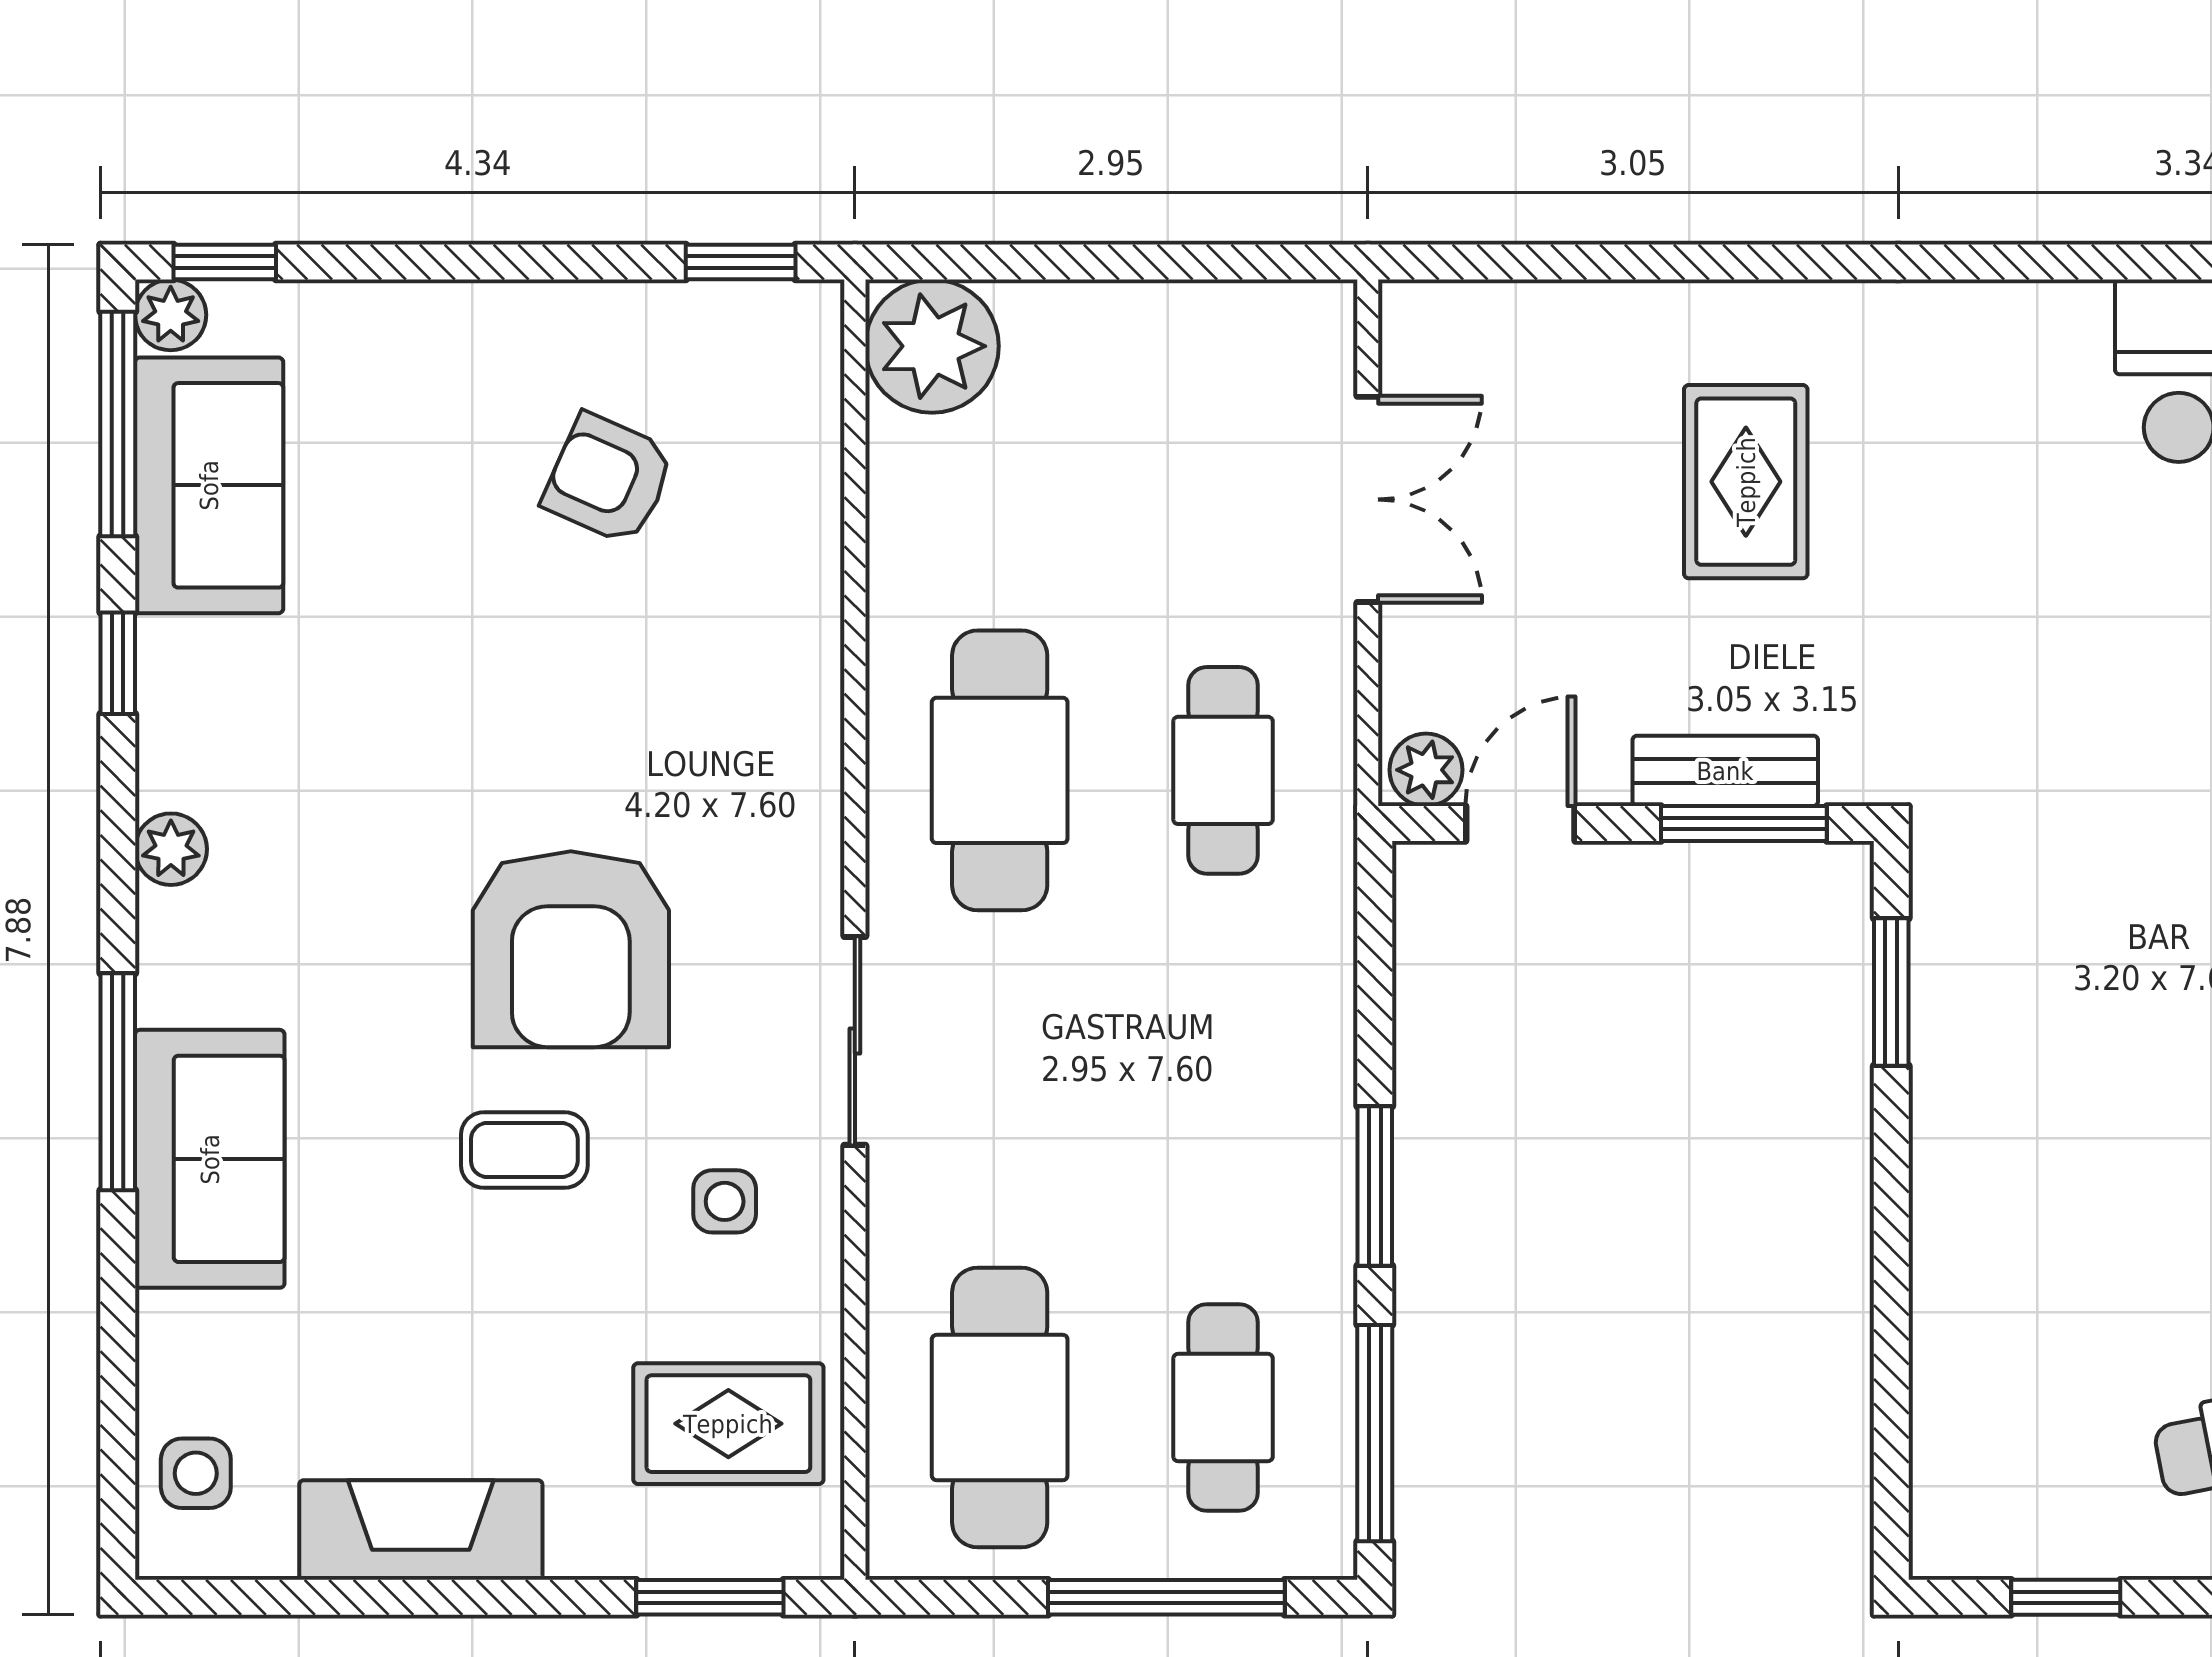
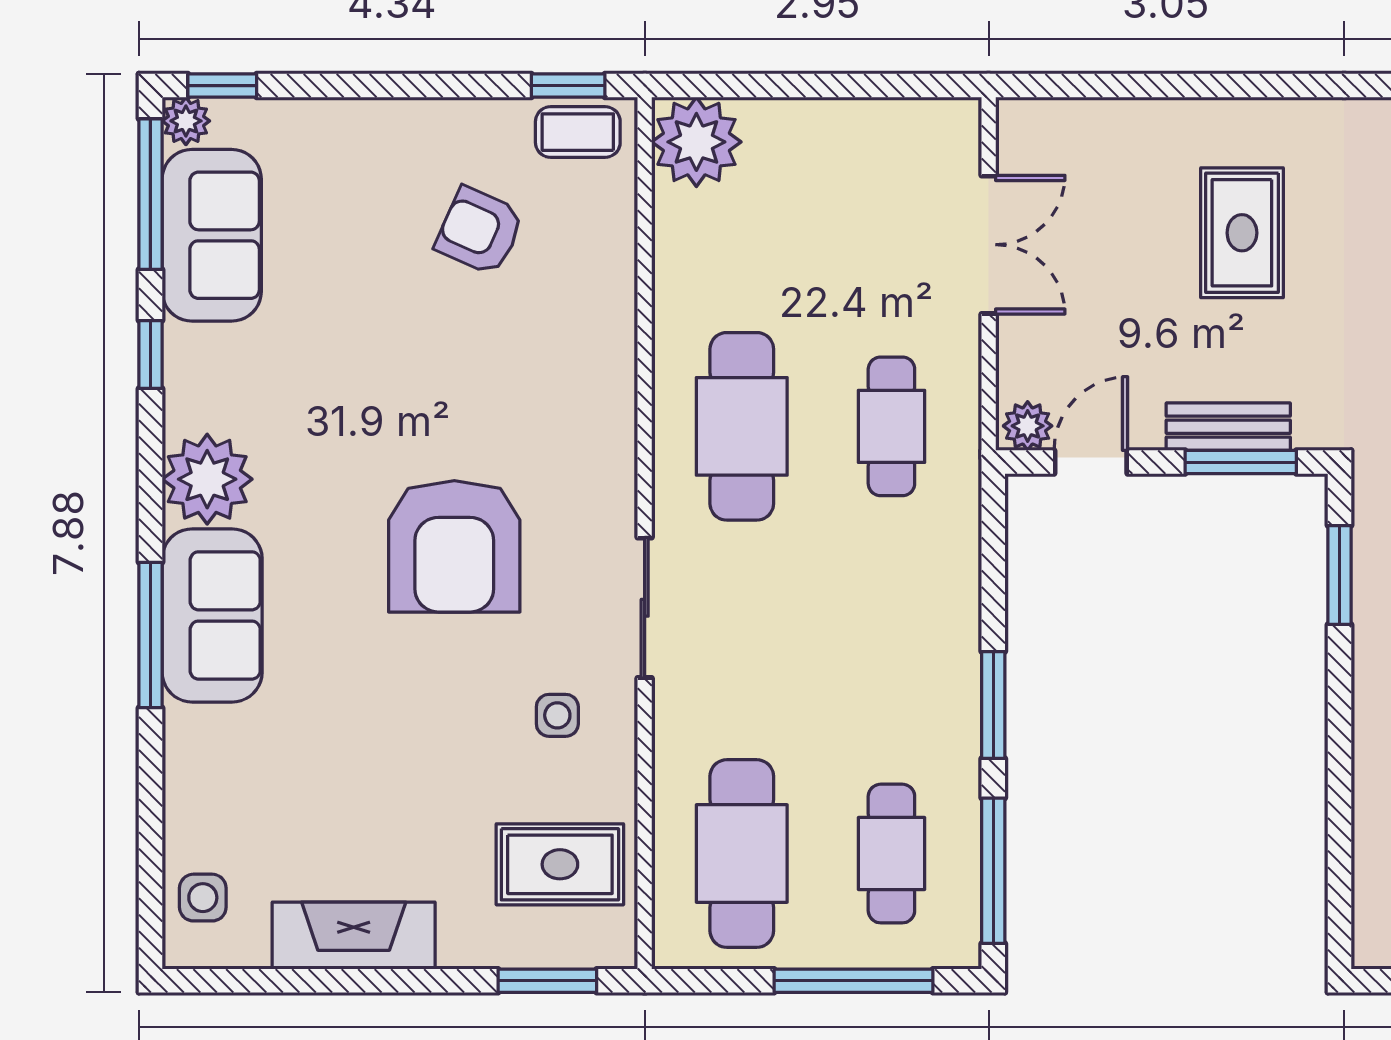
plant: (171, 849) -> (207, 479), width x1.88, depth x1.88
coffee table: (524, 1150) -> (578, 132), moved
sofa: (210, 1159) -> (212, 615), moved

